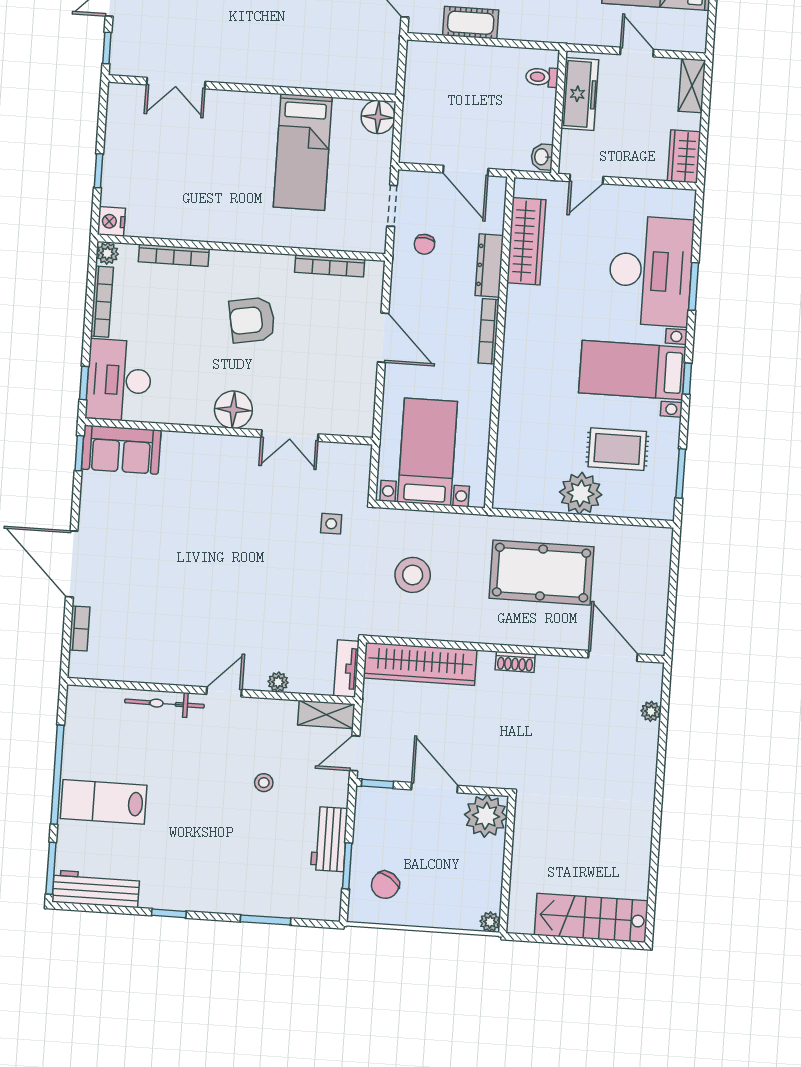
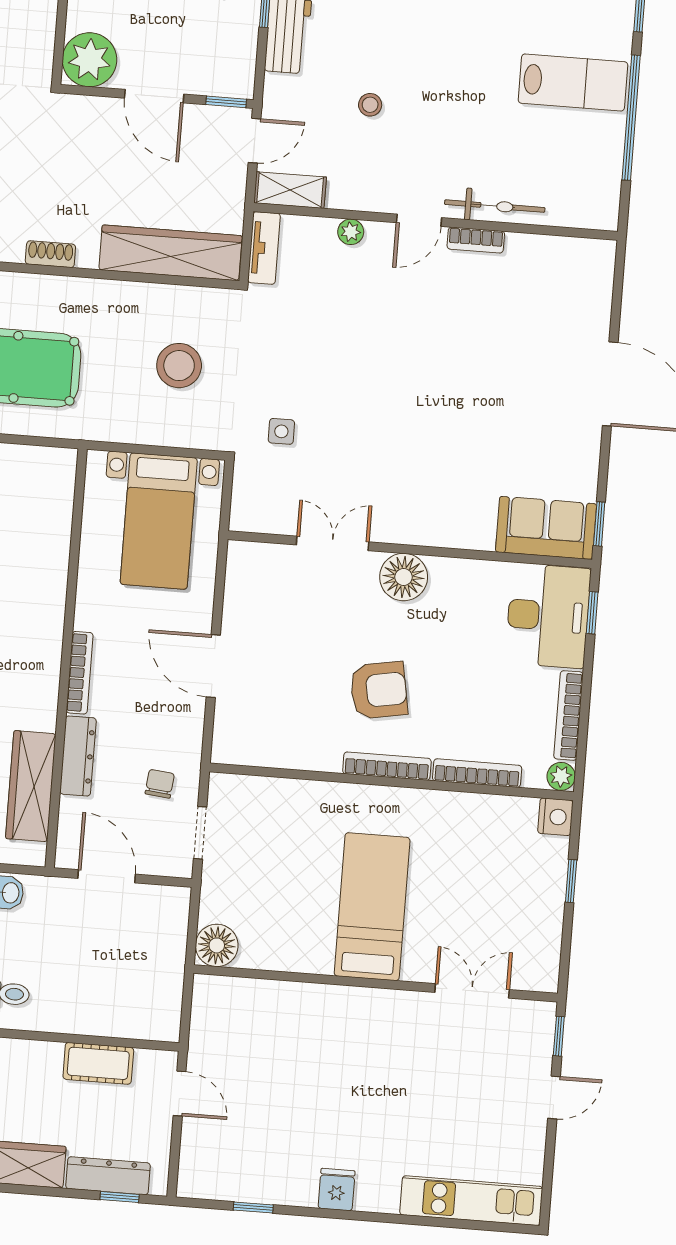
bed: (303, 152) -> (372, 907), moved
bookcase: (330, 266) -> (387, 766), moved
bookcase: (79, 629) -> (476, 240), moved, turned -90

